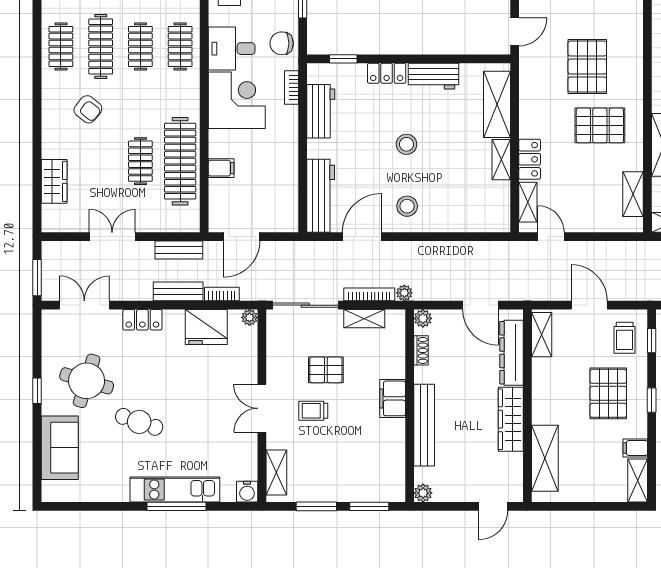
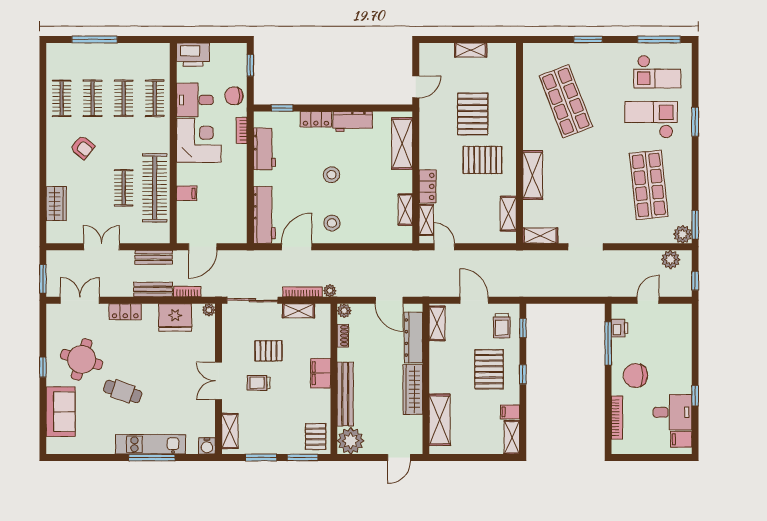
clothes rail: (101, 46) -> (93, 98), width x0.73
shelving: (501, 160) -> (405, 210), moved
pallet: (386, 480) -> (316, 437), added
plant: (423, 493) -> (351, 441), width x1.88, depth x1.88

